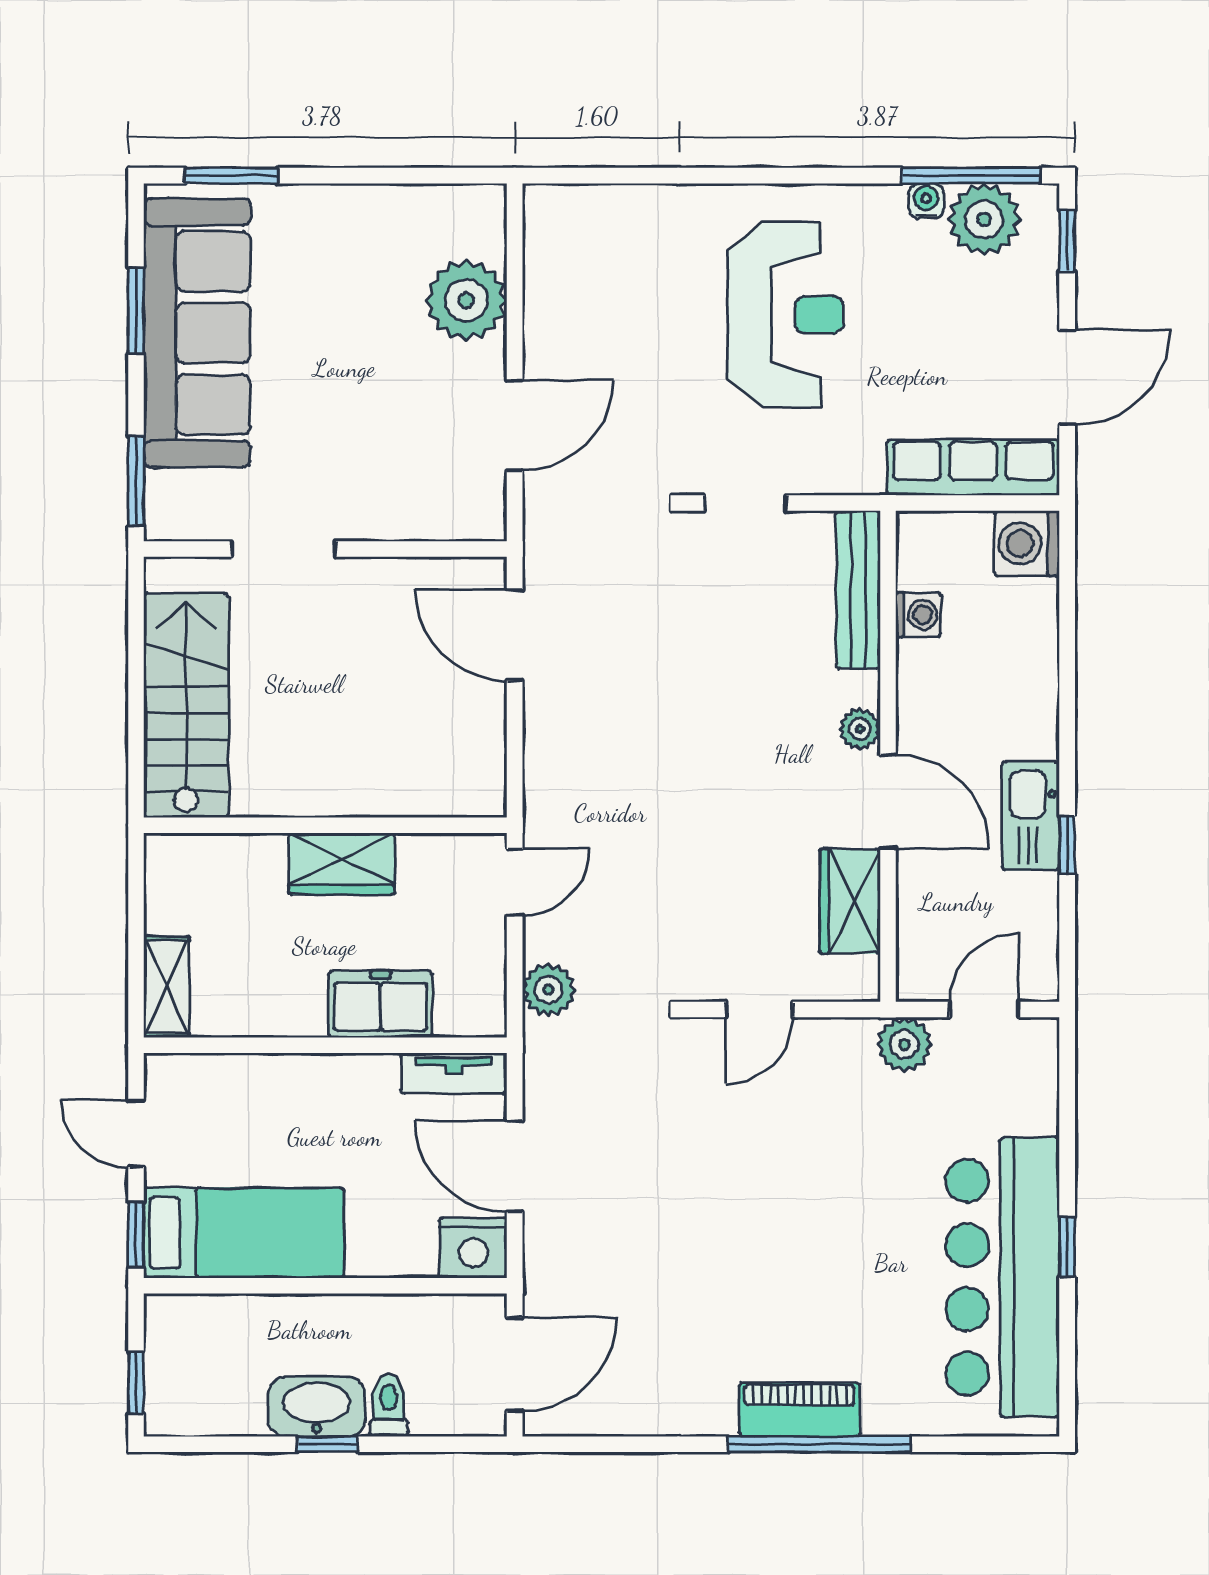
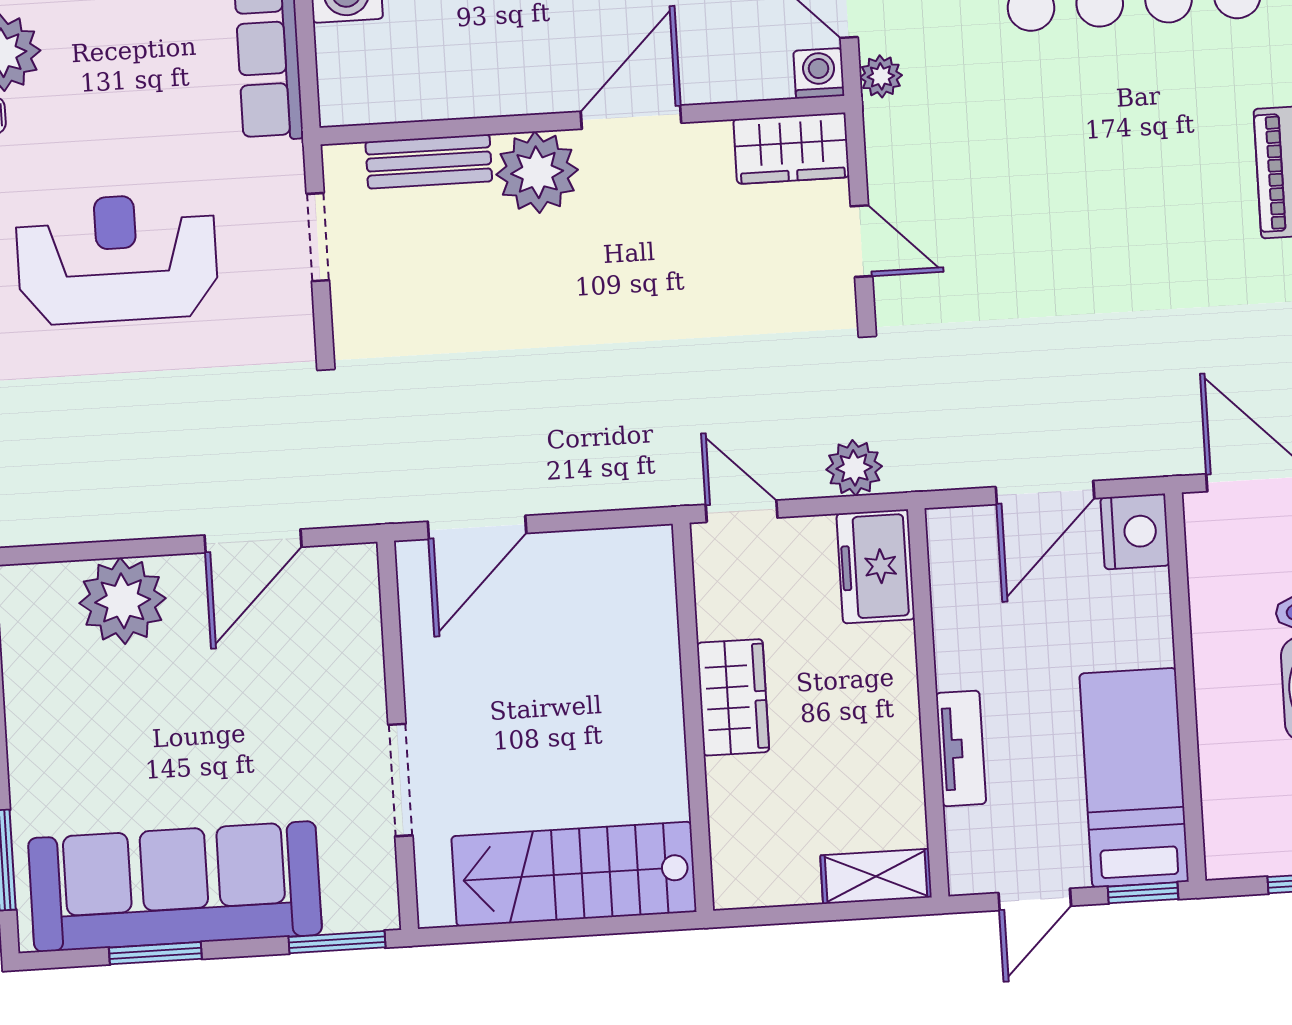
door: (515, 425) -> (253, 541), swing flipped
doorway: (746, 503) -> (318, 237), moved
bench: (858, 590) -> (429, 162), width x0.73
washing machine: (918, 615) -> (819, 73), moved
plant: (860, 729) -> (537, 172), width x1.87, depth x1.87
wardrobe: (850, 901) -> (791, 148), moved
freezer: (380, 1004) -> (876, 566), moved
plant: (904, 1044) -> (881, 76), width x0.73, depth x0.73
tv unit: (454, 1073) -> (961, 748), moved

